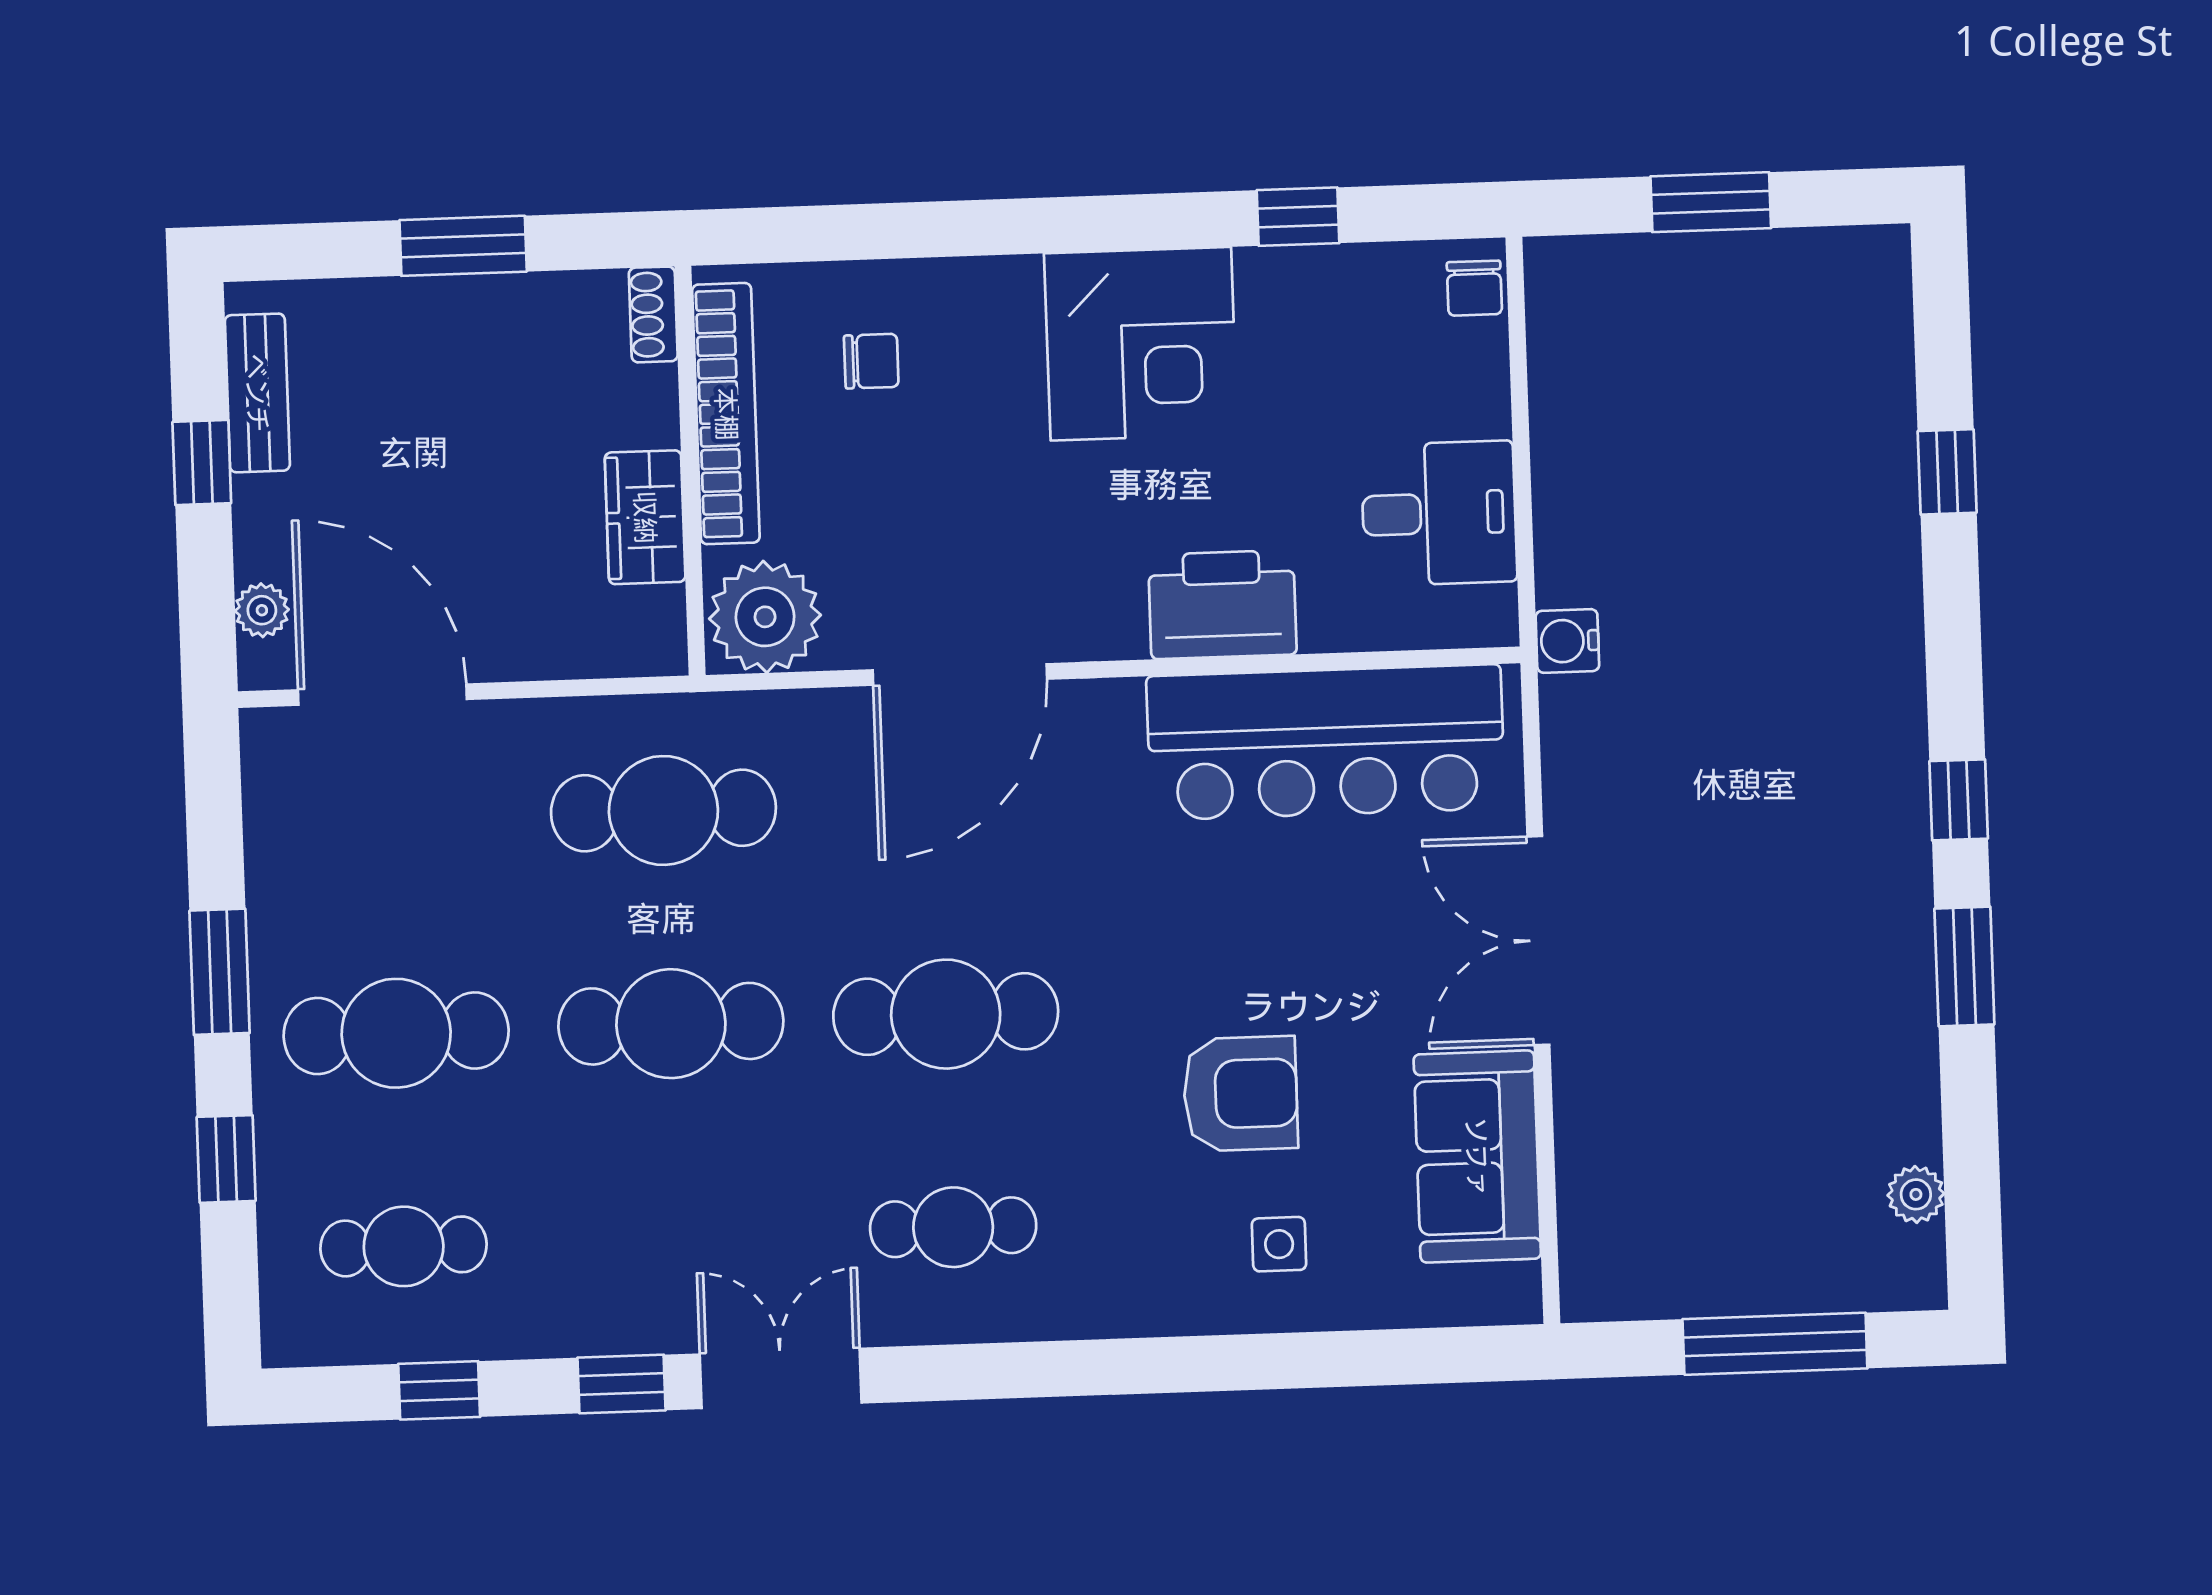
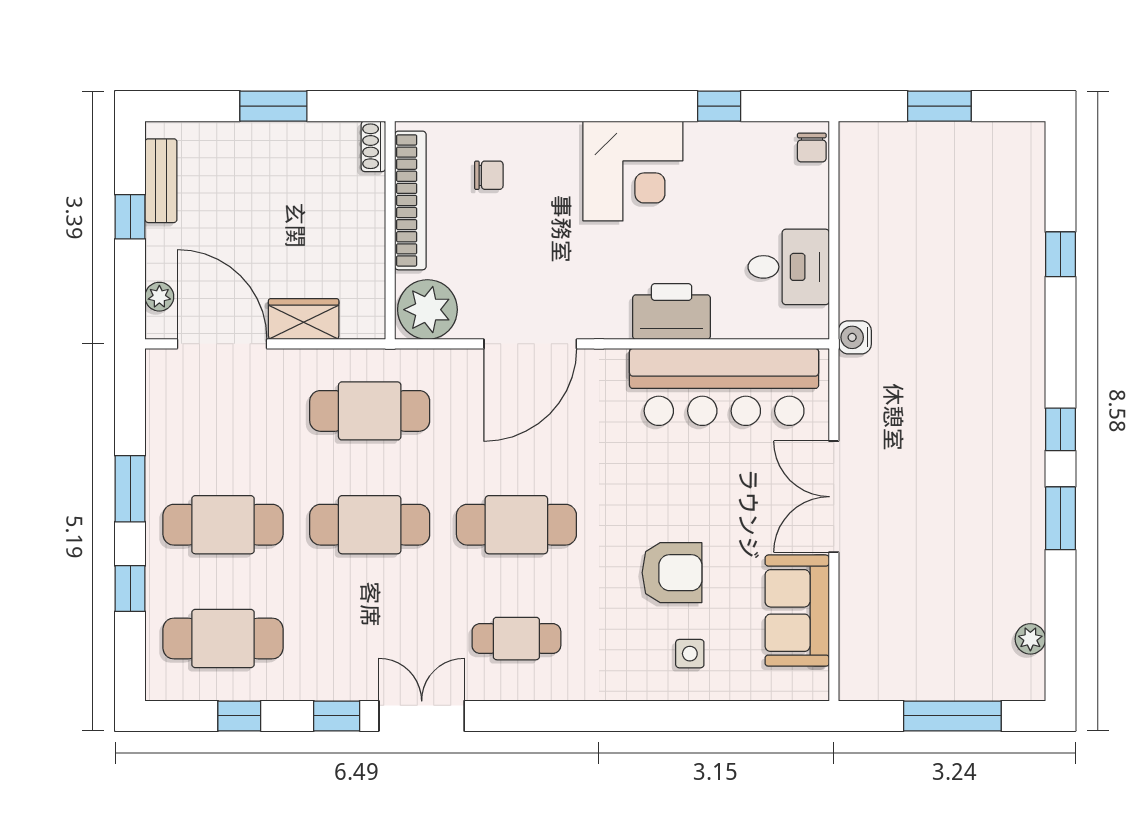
wardrobe: (645, 517) -> (304, 319), moved, turned 90
cafe table: (404, 1246) -> (223, 639), width x1.37, depth x1.35

